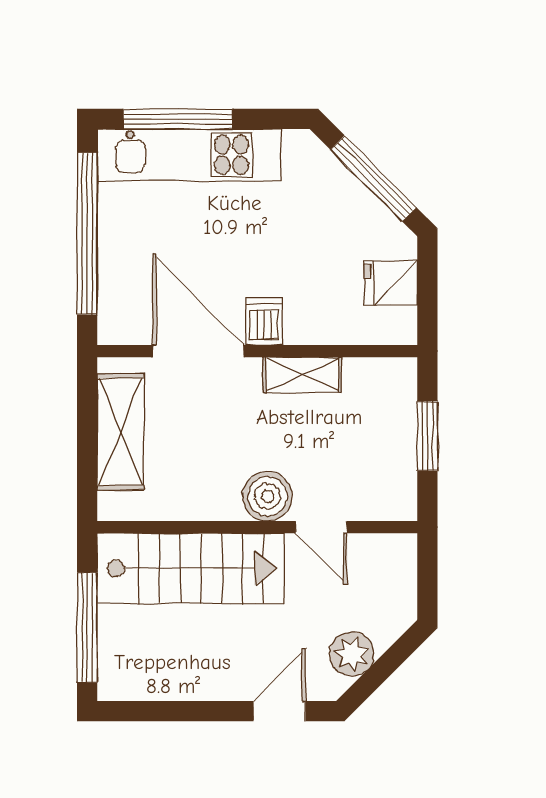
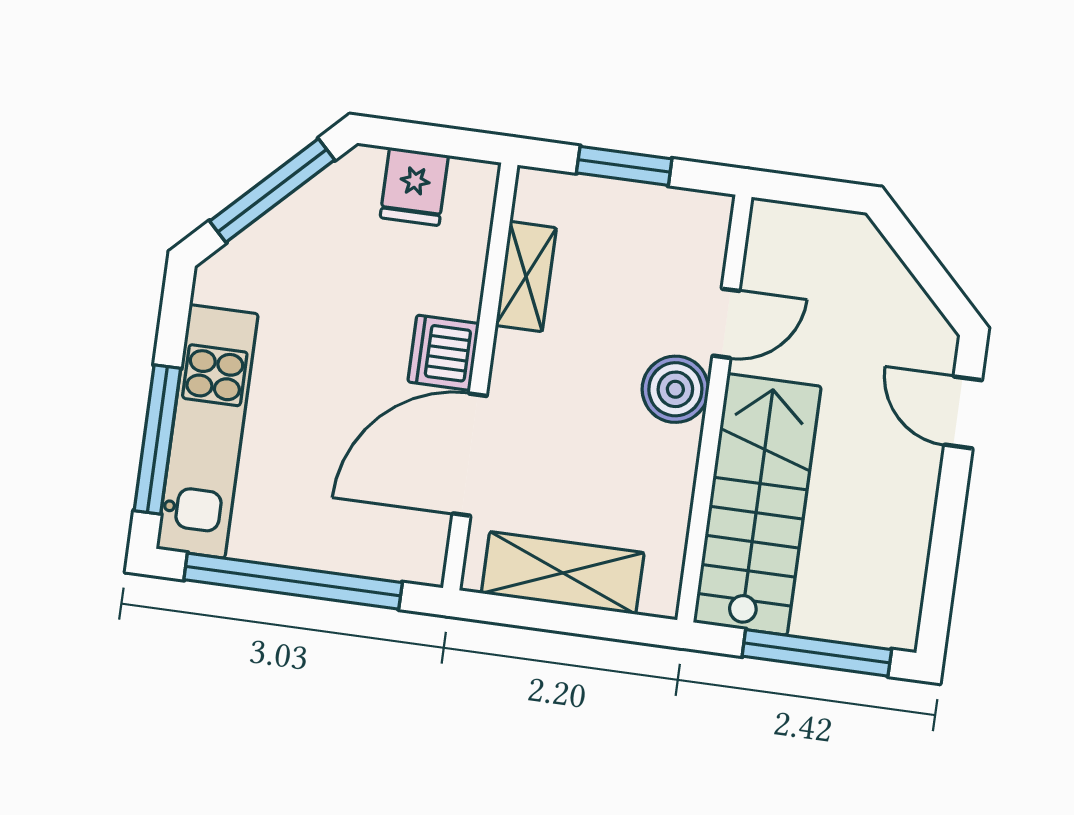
dishwasher: (264, 321) -> (444, 353), width x1.38
shelving: (302, 375) -> (526, 277), moved
plant: (352, 654) -> (900, 306), removed

